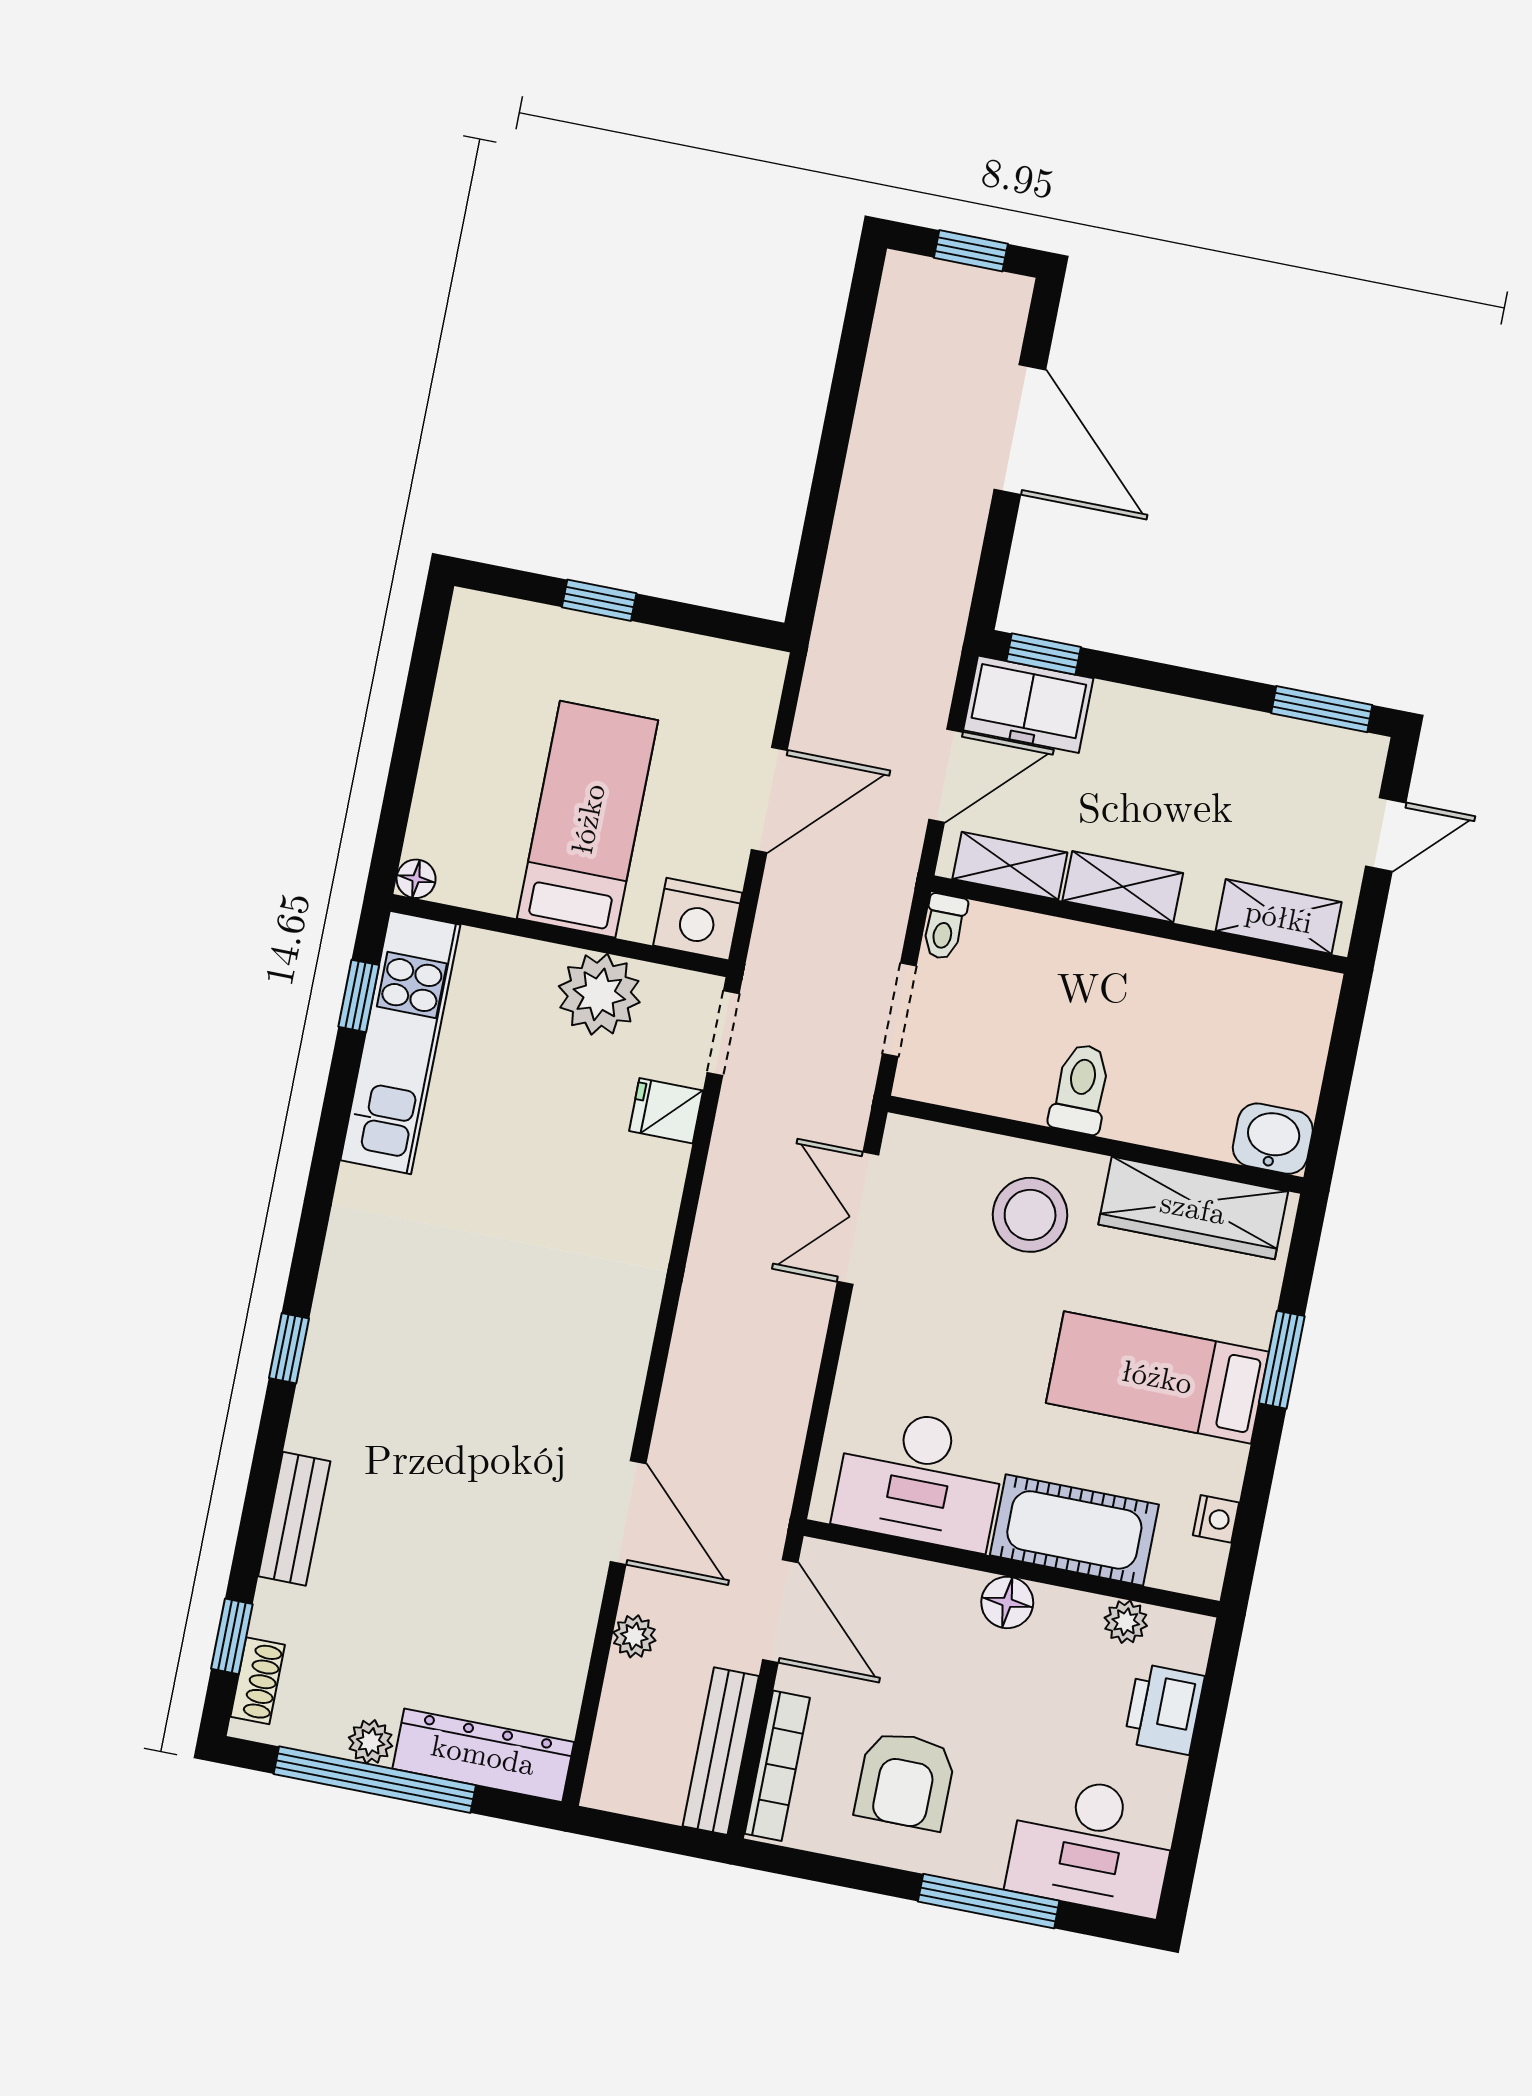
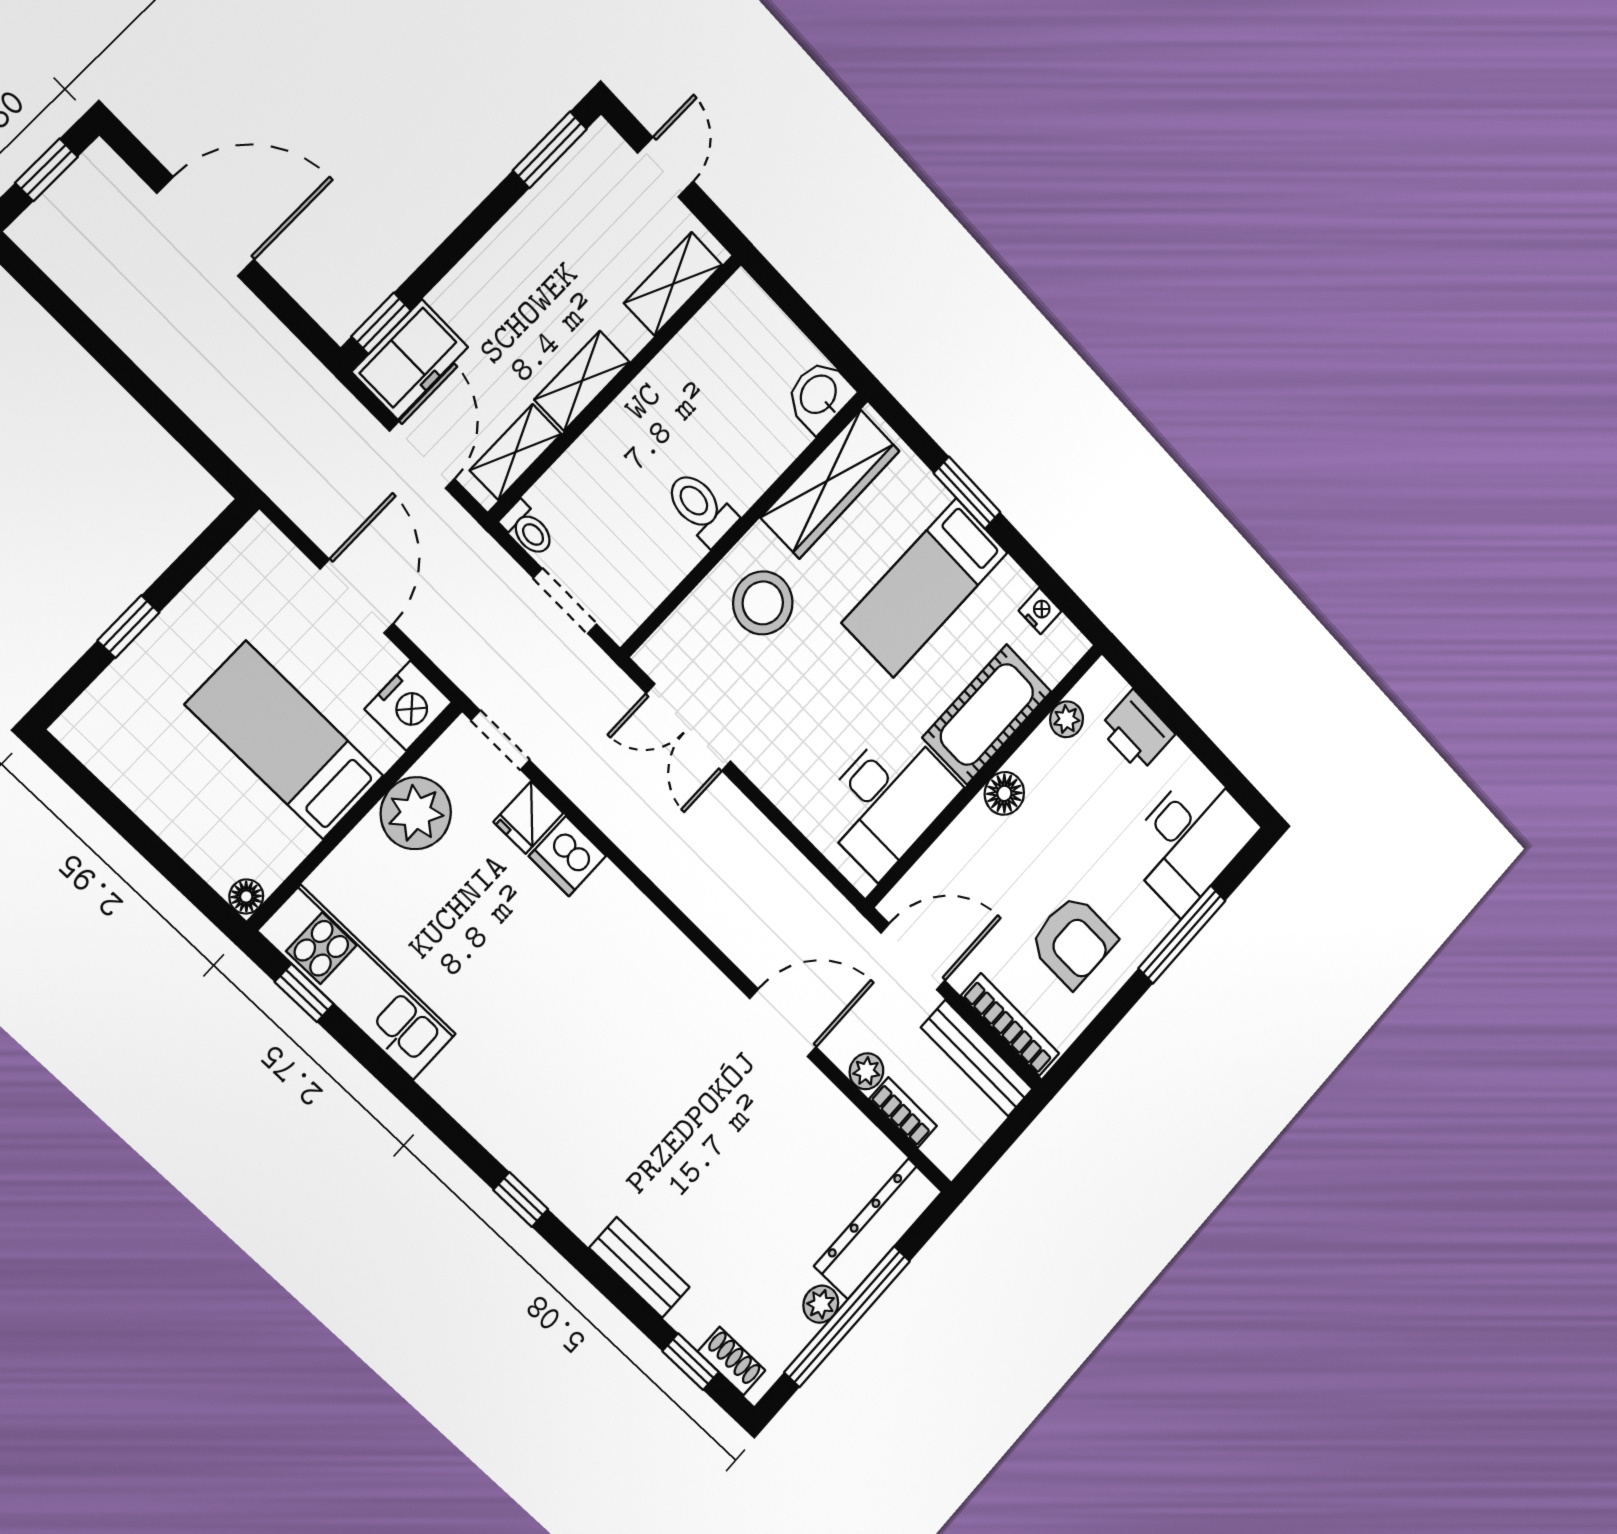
dishwasher: (654, 1176) -> (567, 856), added
bookcase: (617, 1705) -> (903, 1113), added

